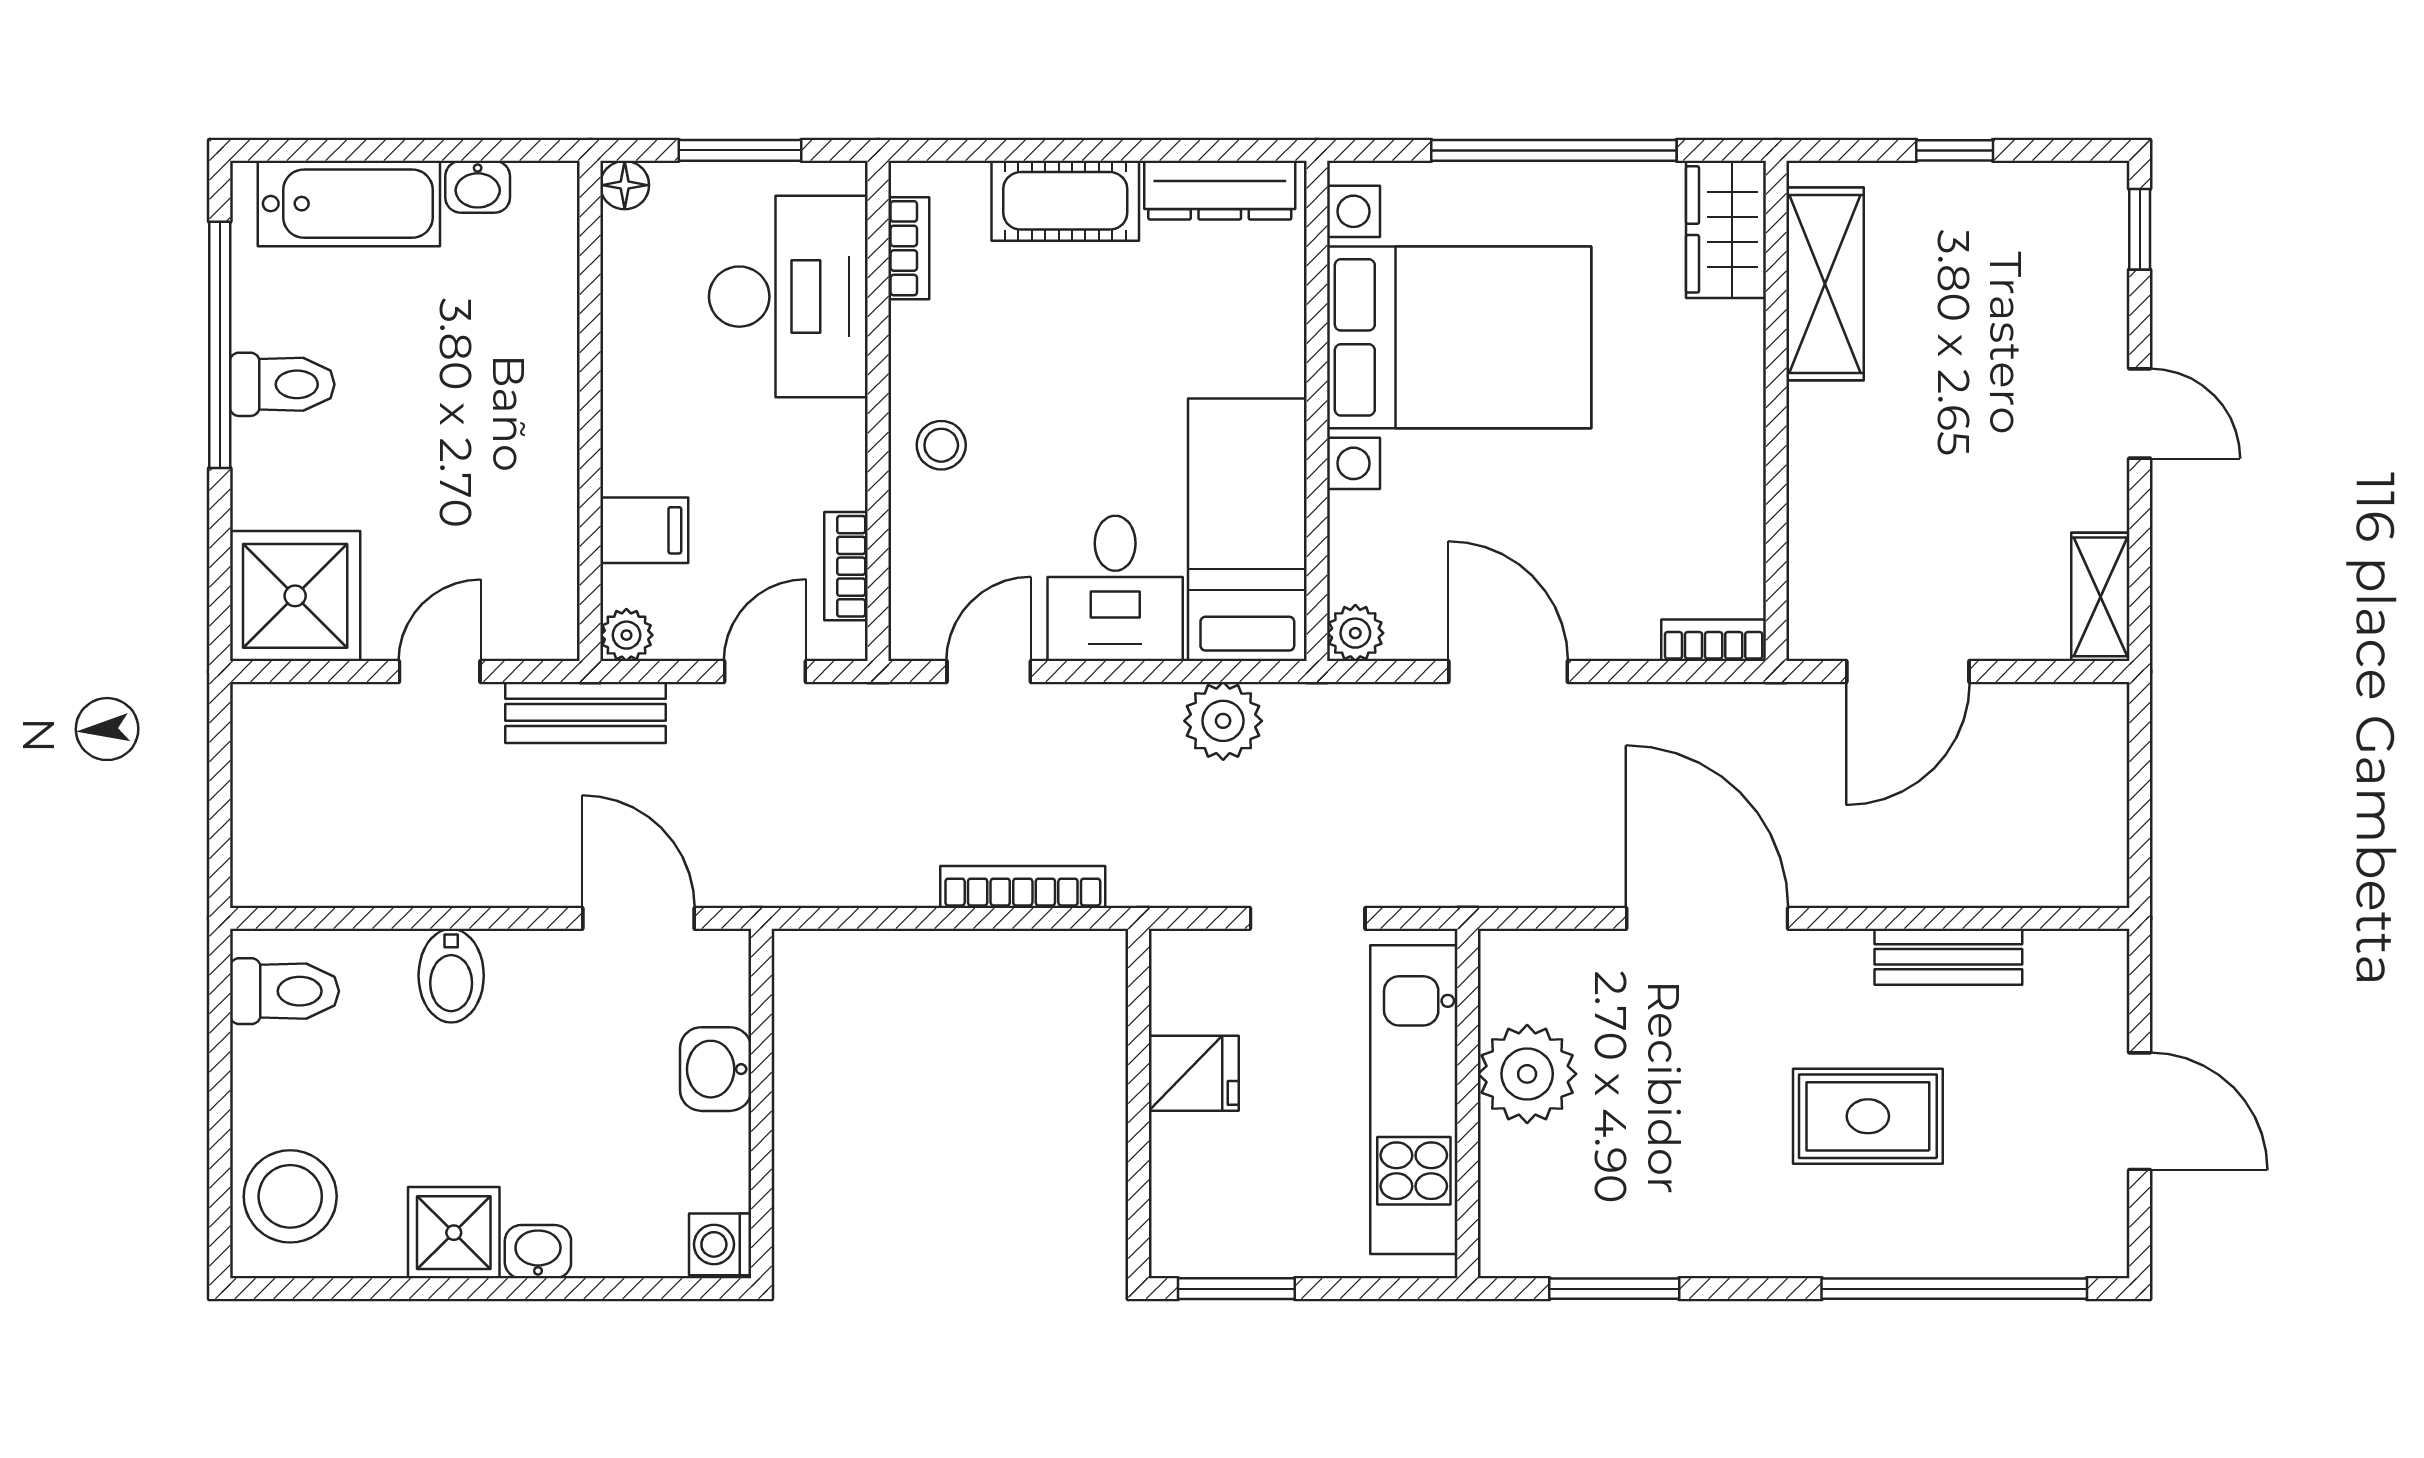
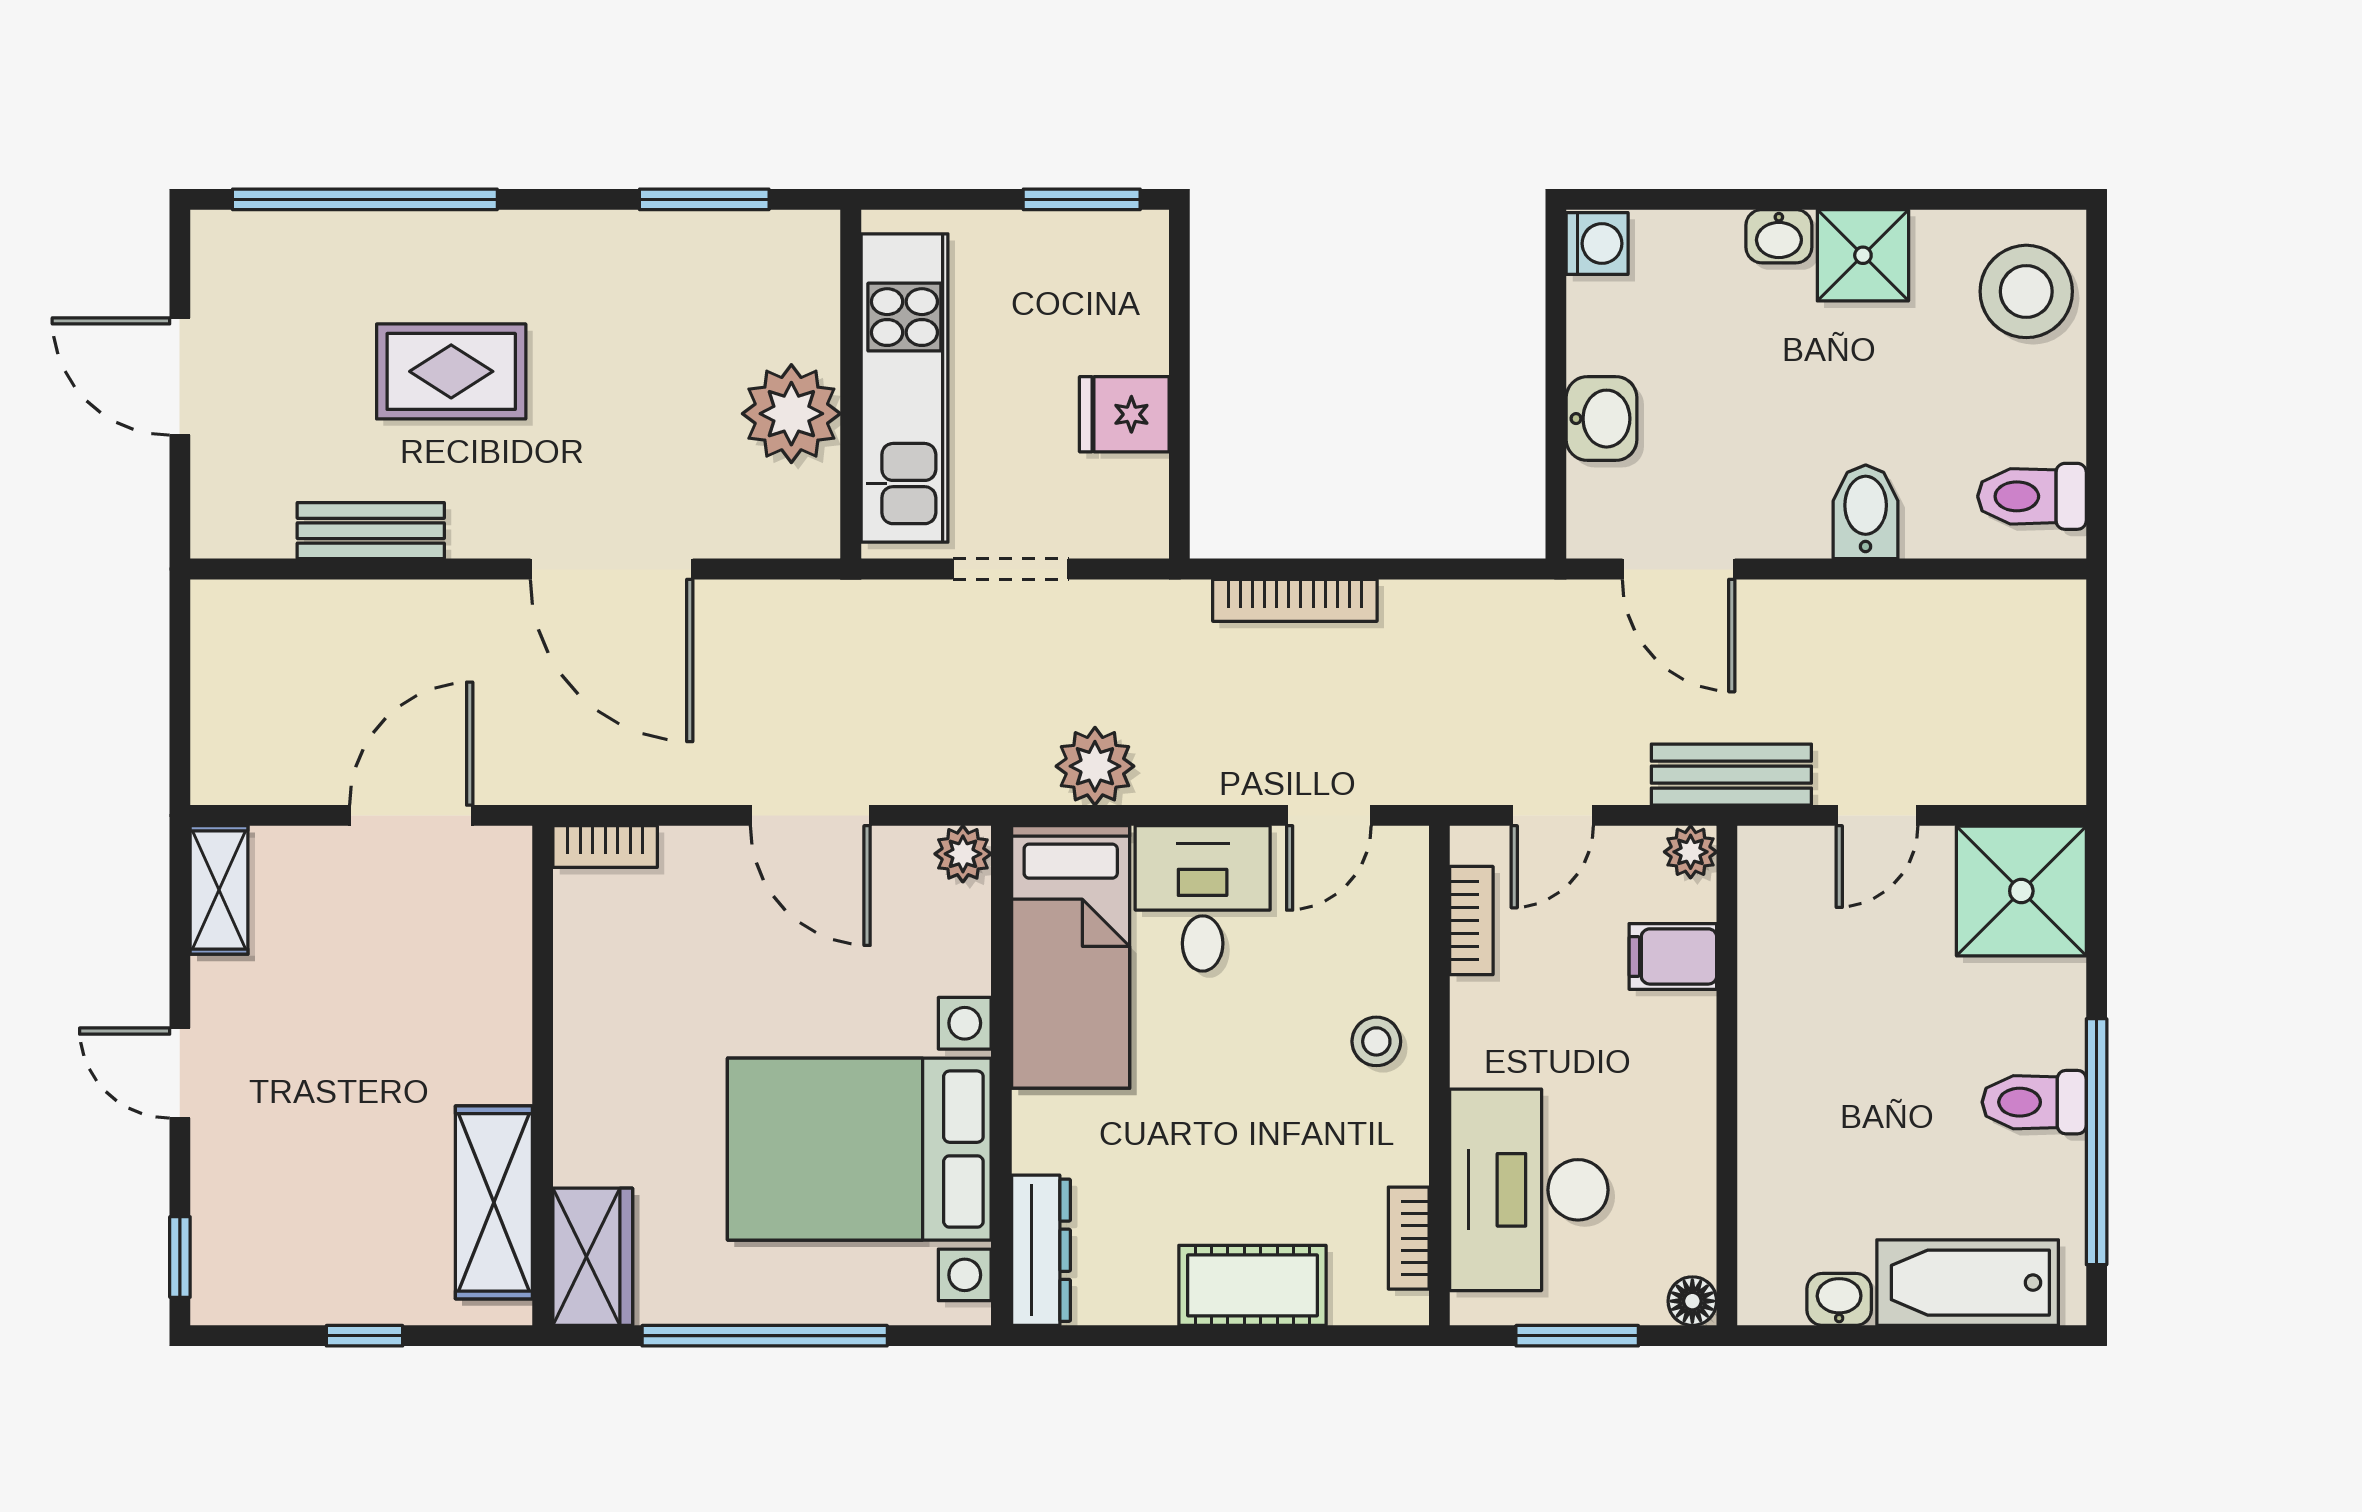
dresser: (1220, 190) -> (1041, 1250), moved, turned 90

